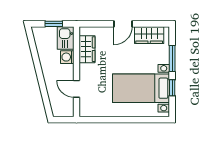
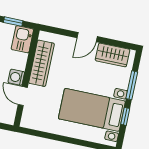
wardrobe: (87, 49) -> (41, 63), width x1.50
washing machine: (67, 57) -> (16, 77), moved

